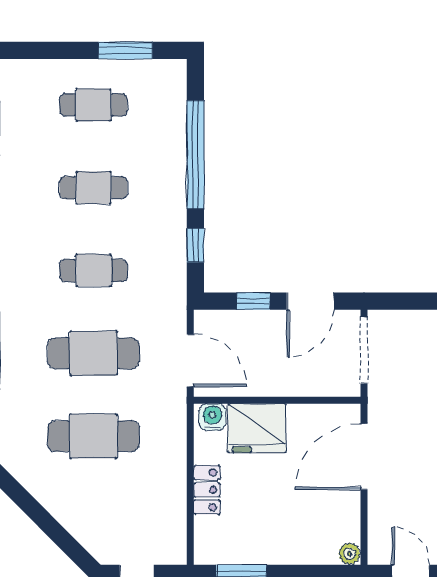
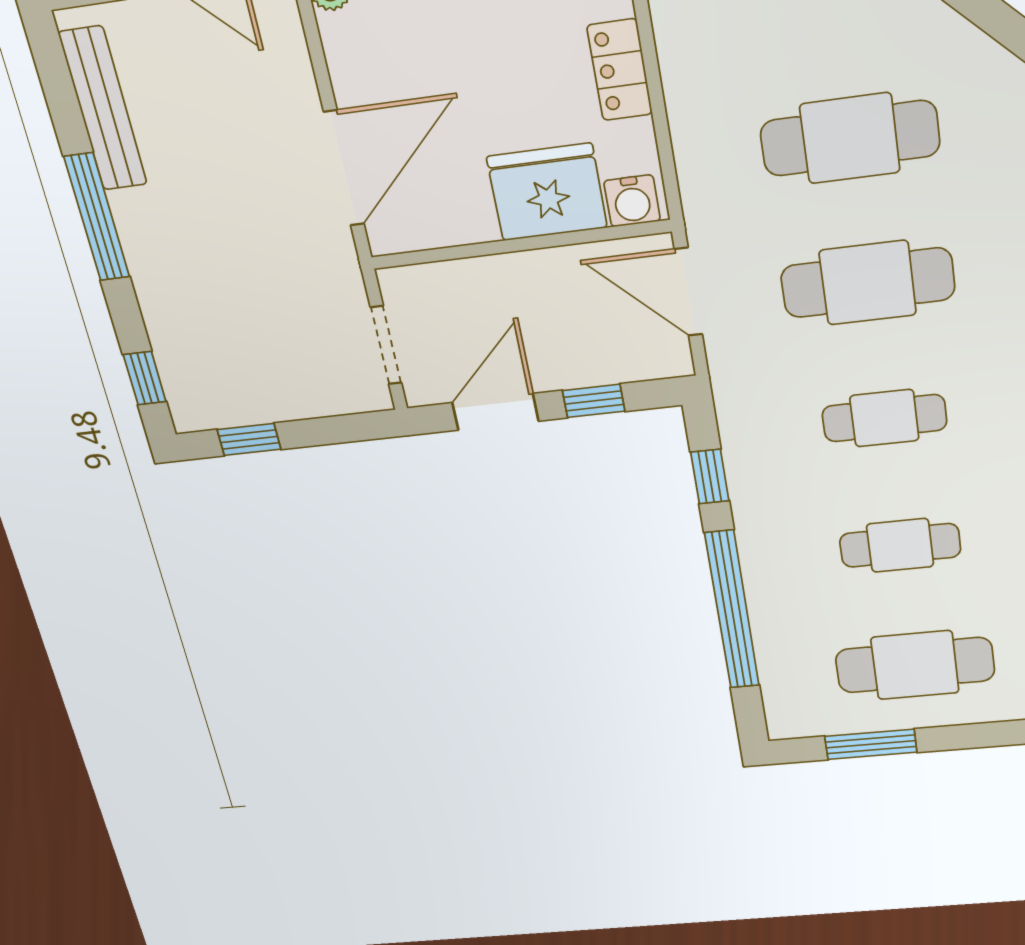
cafe table: (93, 105) -> (915, 665), width x1.37, depth x1.35
doorway: (364, 350) -> (386, 345), width x0.73

